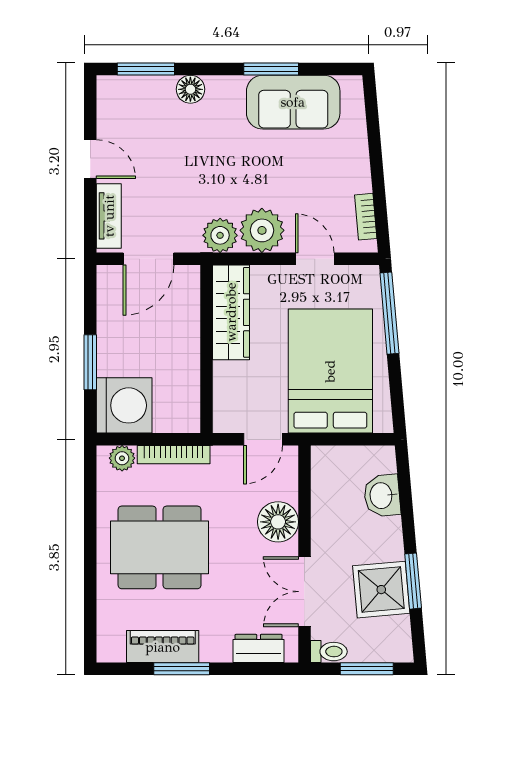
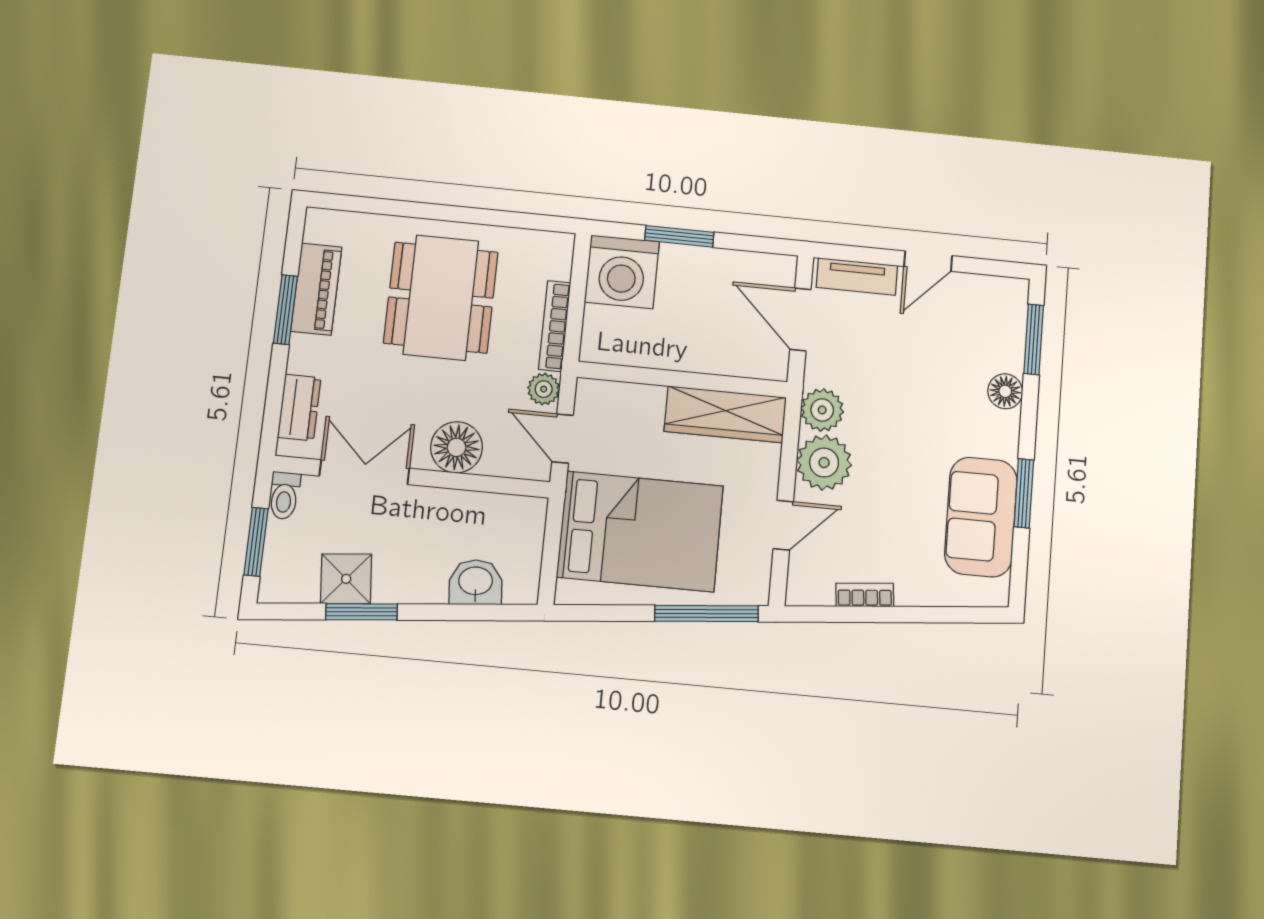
bookcase: (366, 217) -> (865, 595), moved
plant: (122, 458) -> (544, 389), moved
shower: (381, 590) -> (346, 579), width x0.73, depth x0.73

